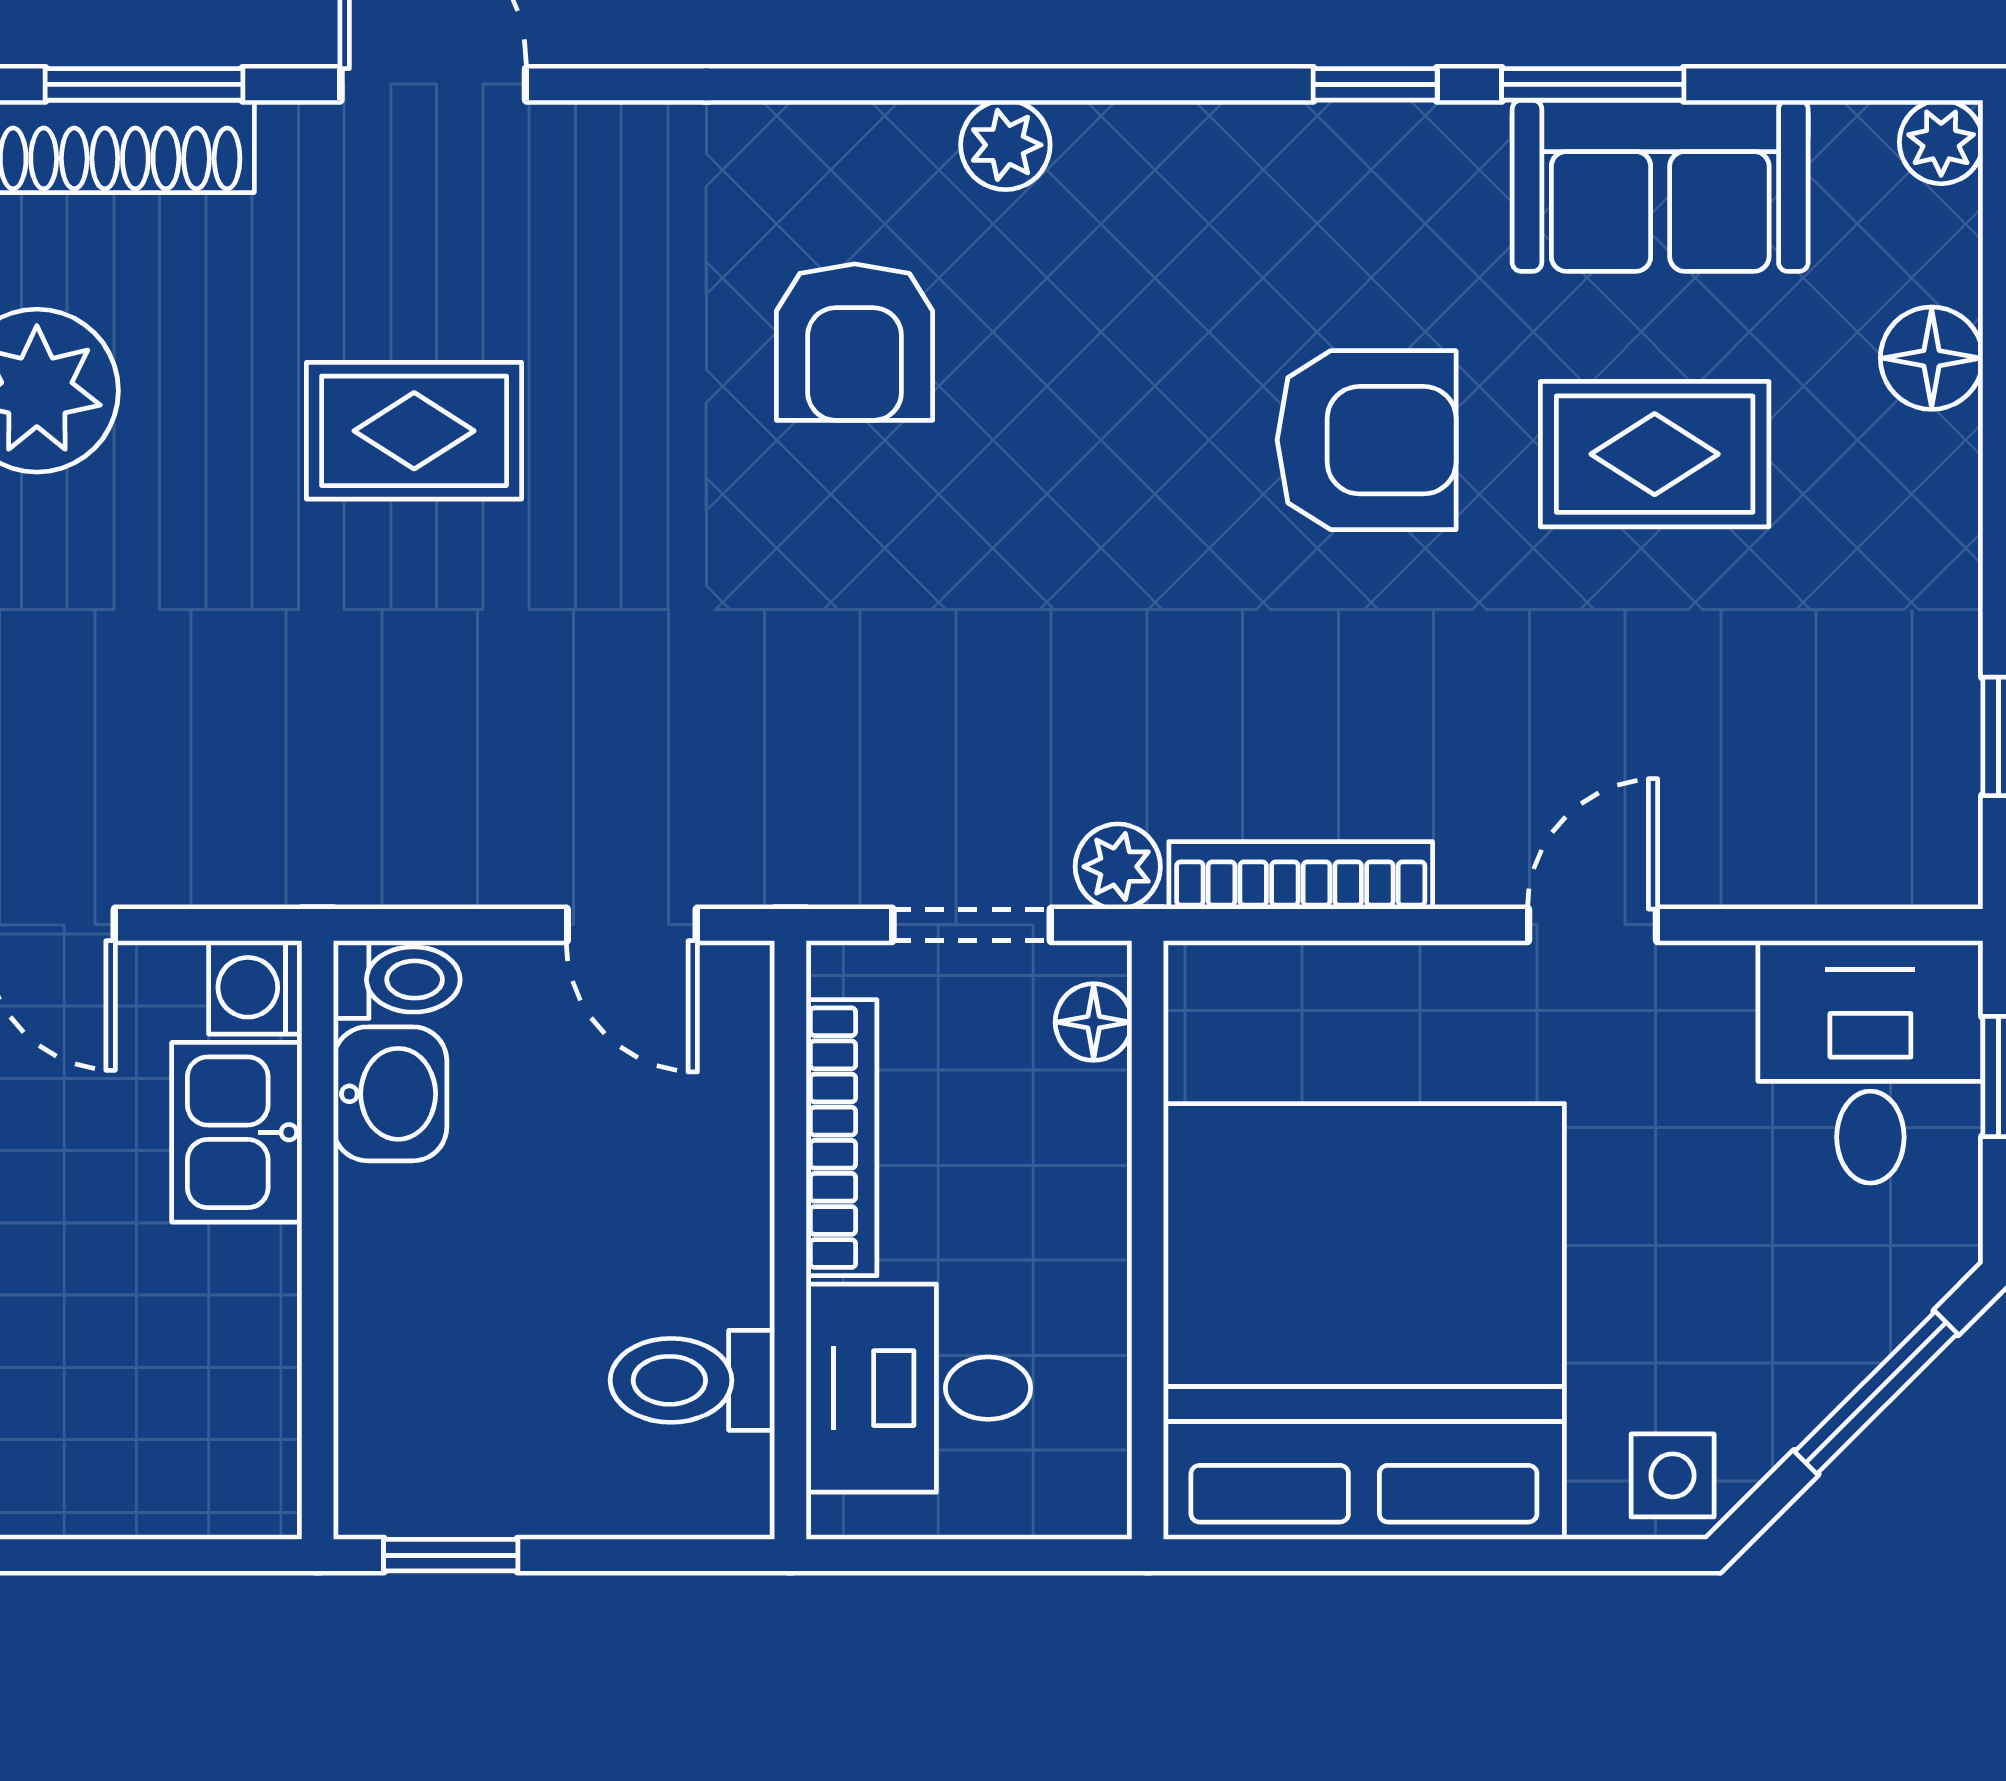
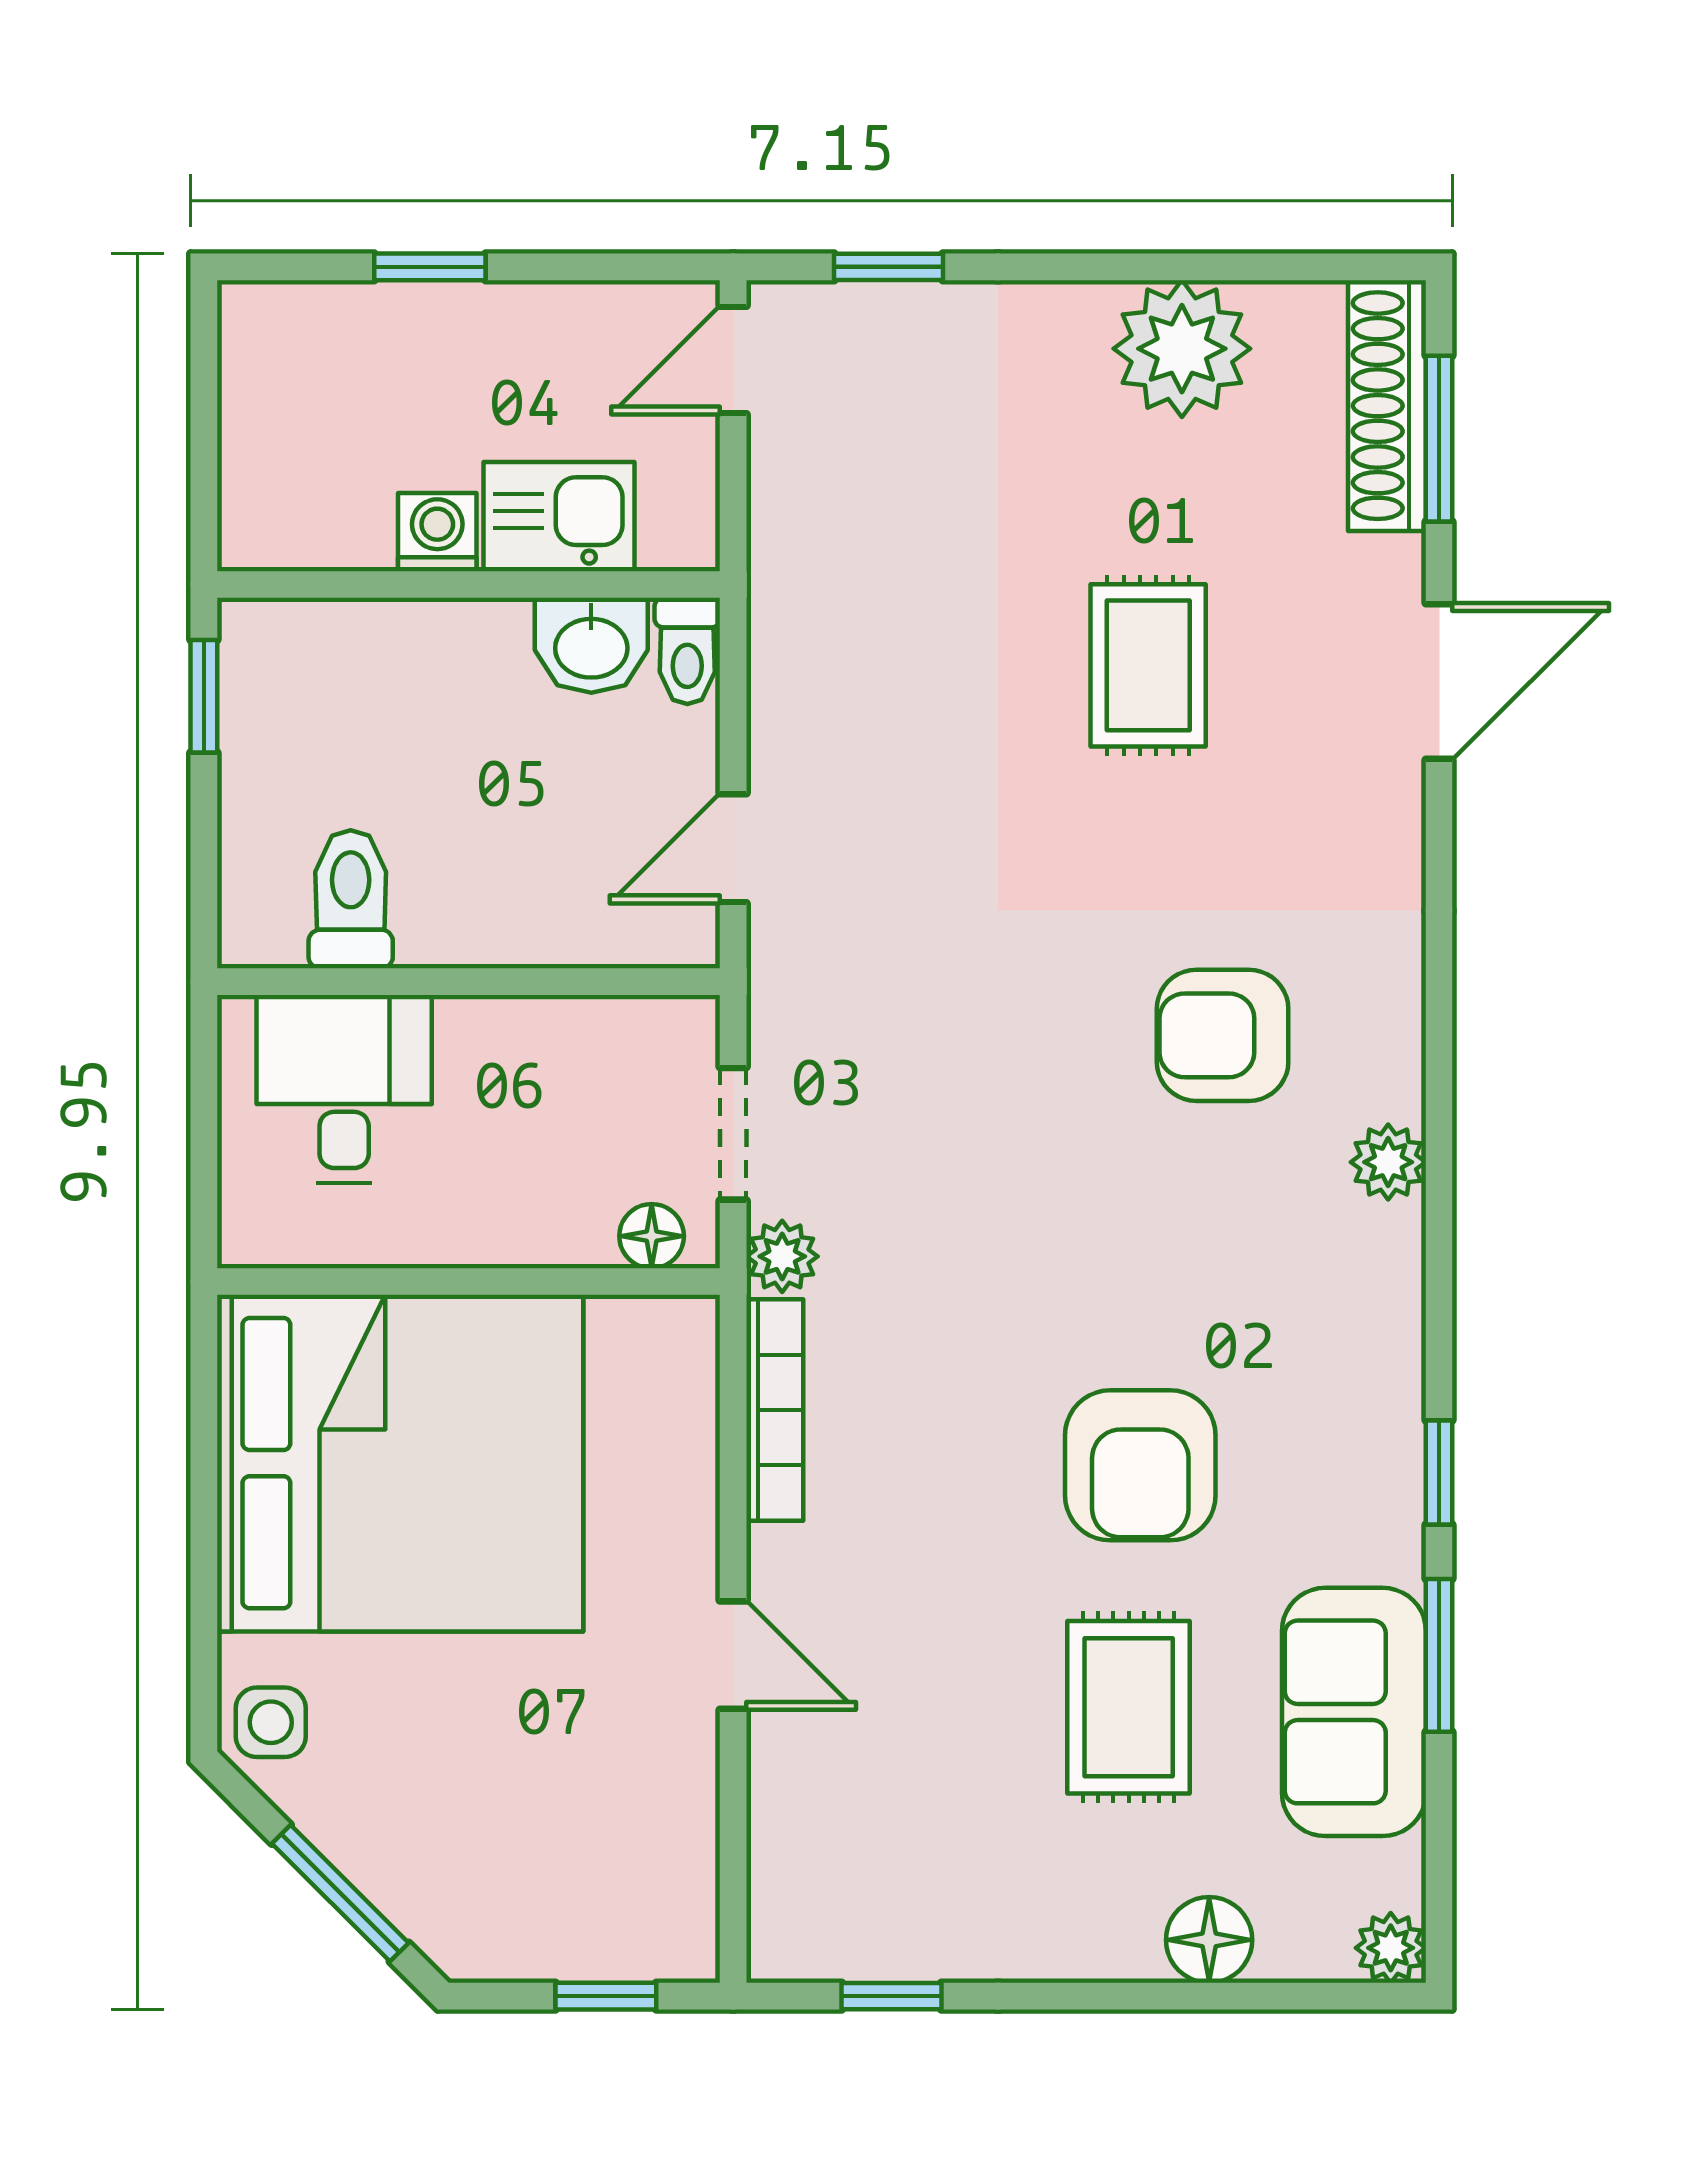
washing machine: (255, 987) -> (437, 532), moved
desk: (1870, 1062) -> (618, 1888), removed
bookcase: (842, 1138) -> (554, 1024), removed

